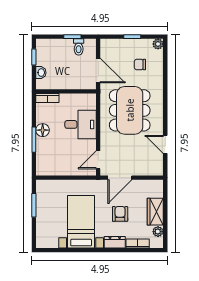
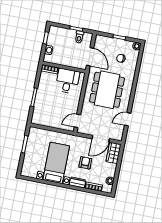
desk: (81, 124) -> (67, 81), moved, turned -90
floor lamp: (43, 130) -> (42, 92), removed
door: (165, 144) -> (128, 119), hinge flipped
door: (120, 178) -> (101, 139), moved
wardrobe: (155, 212) -> (114, 153), moved

